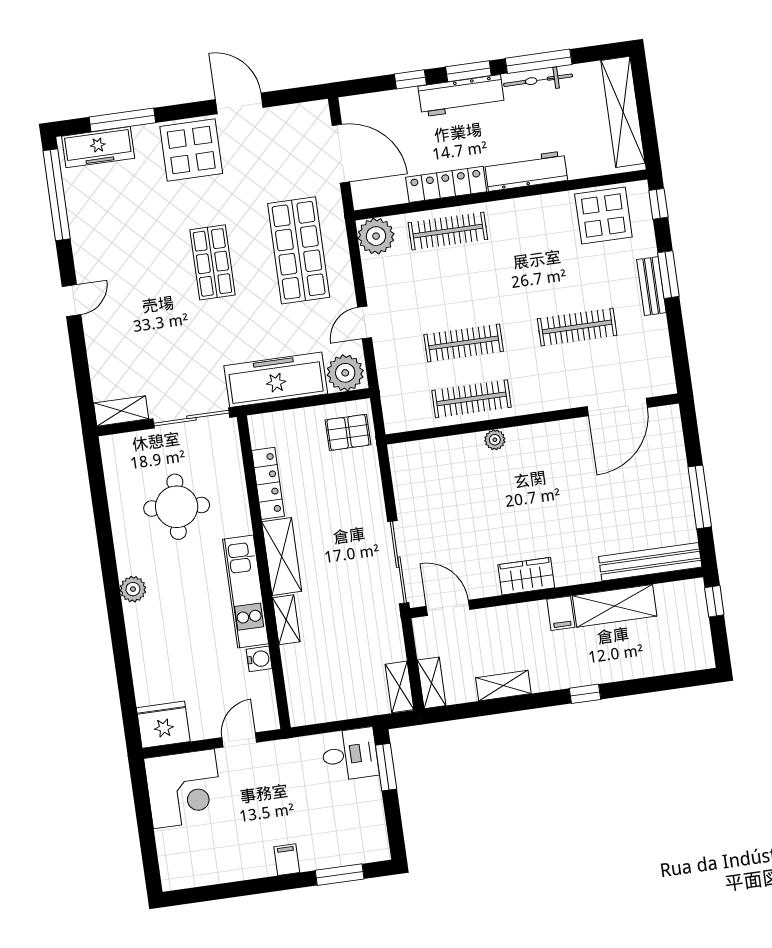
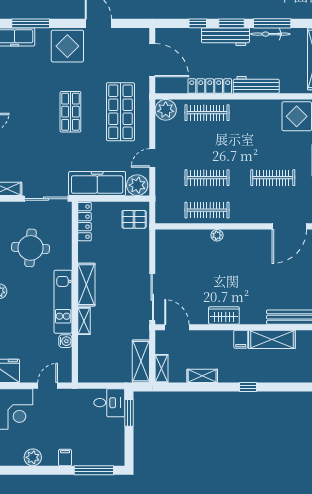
locker: (268, 483) -> (84, 222), moved
shelving: (399, 687) -> (141, 361), width x1.50, depth x1.33
plant: (231, 867) -> (33, 457), added
window: (340, 875) -> (94, 470), width x1.44

